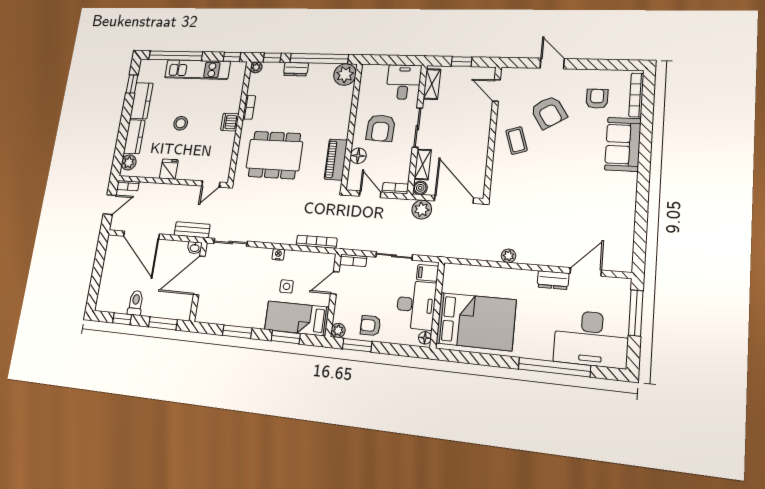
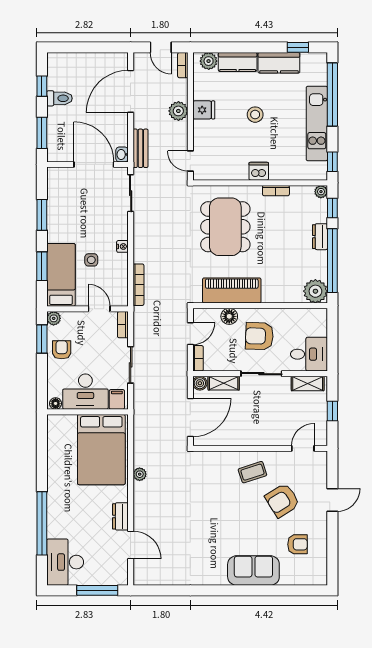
bookcase: (636, 95) -> (302, 580), removed
piano: (336, 160) -> (232, 290), width x1.37, depth x1.33
plant: (422, 210) -> (178, 111), moved
bed: (476, 321) -> (101, 450), moved
desk: (591, 339) -> (65, 562), width x0.73, depth x0.77

